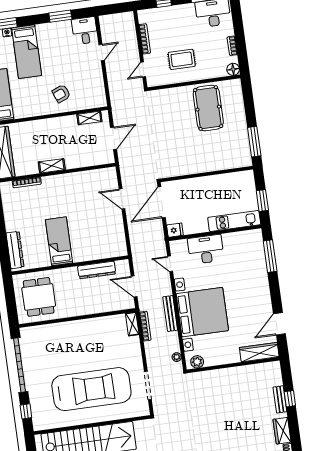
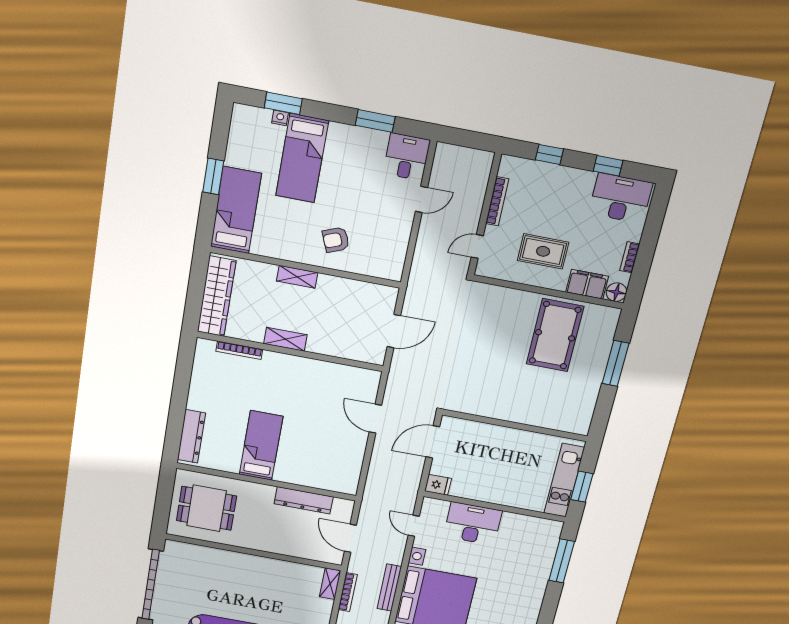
filing cabinet: (214, 70) -> (587, 284), added
shelving: (89, 118) -> (297, 277), moved
window: (254, 142) -> (616, 363), moved
door: (162, 202) -> (433, 442), width x0.73
kitchen unit: (234, 221) -> (564, 480), moved, turned -90
dining table: (39, 297) -> (206, 508), turned 90

